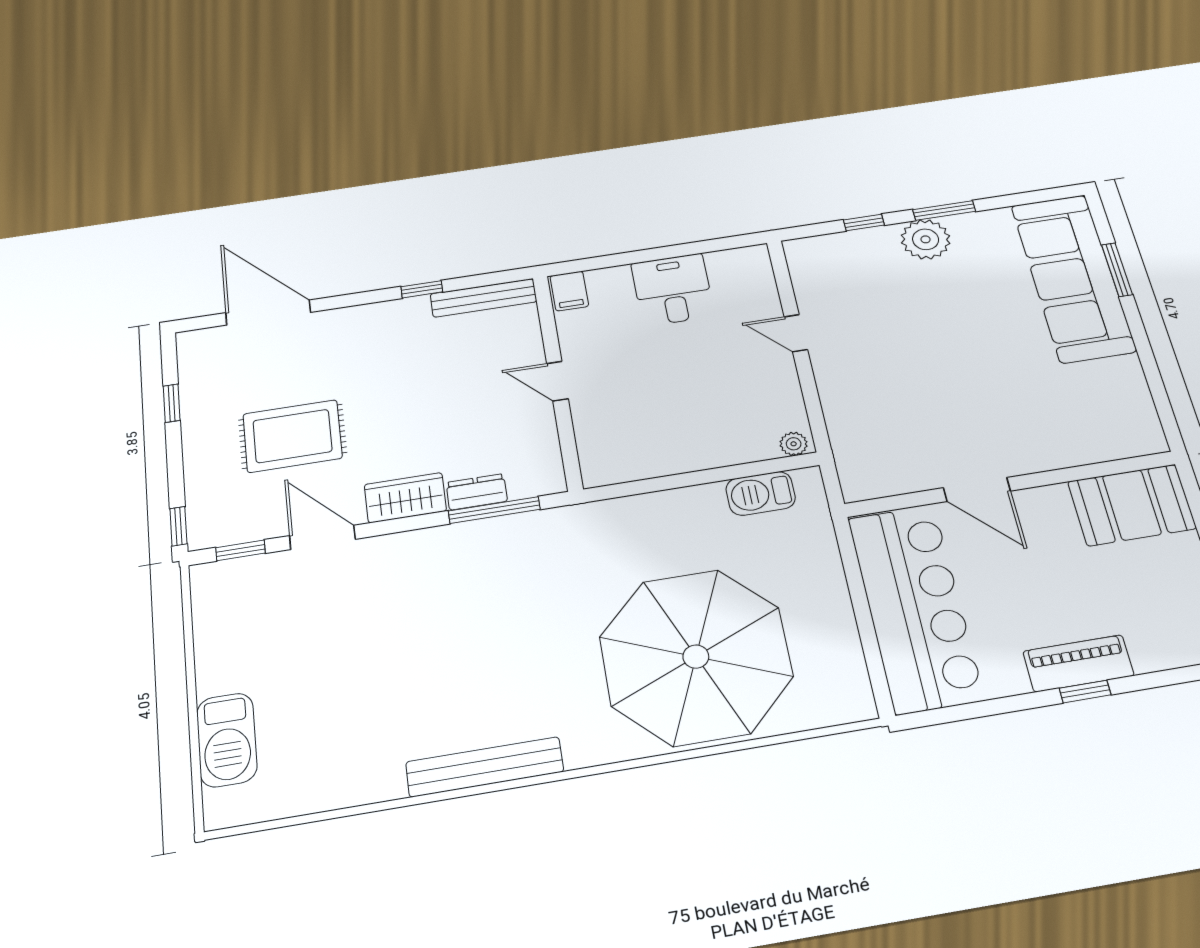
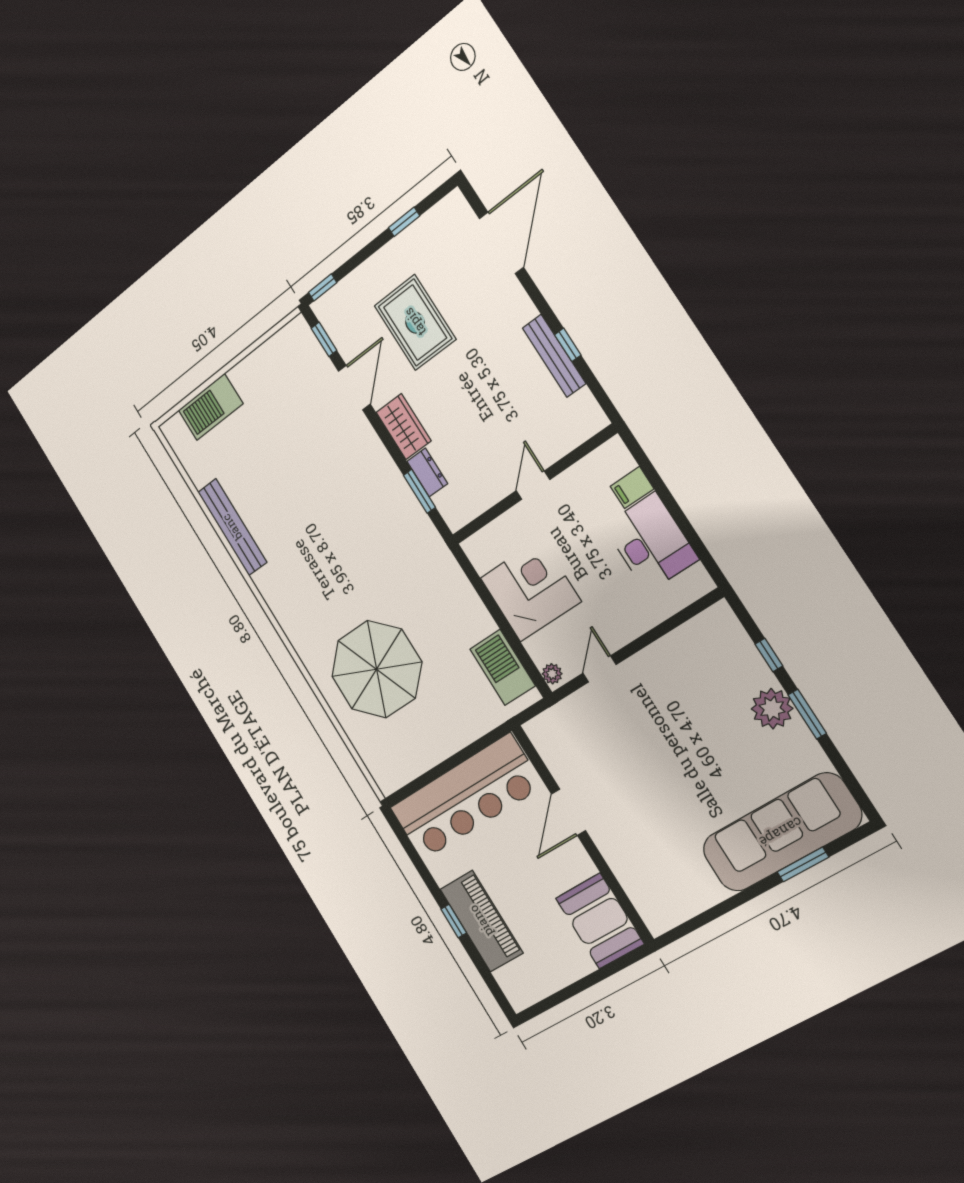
desk: (673, 290) -> (651, 542), width x1.37
filing cabinet: (569, 291) -> (632, 488), moved
bench: (483, 298) -> (554, 356), moved
door: (796, 333) -> (600, 669), moved
corner desk: (680, 430) -> (530, 590), added
barbecue: (761, 493) -> (502, 667), width x1.37, depth x1.21
window: (494, 510) -> (419, 491), width x0.69
parasol: (696, 657) -> (377, 669), width x0.73, depth x0.73
piano: (1078, 663) -> (481, 921), width x1.37, depth x1.33
bench: (485, 767) -> (232, 527), moved

